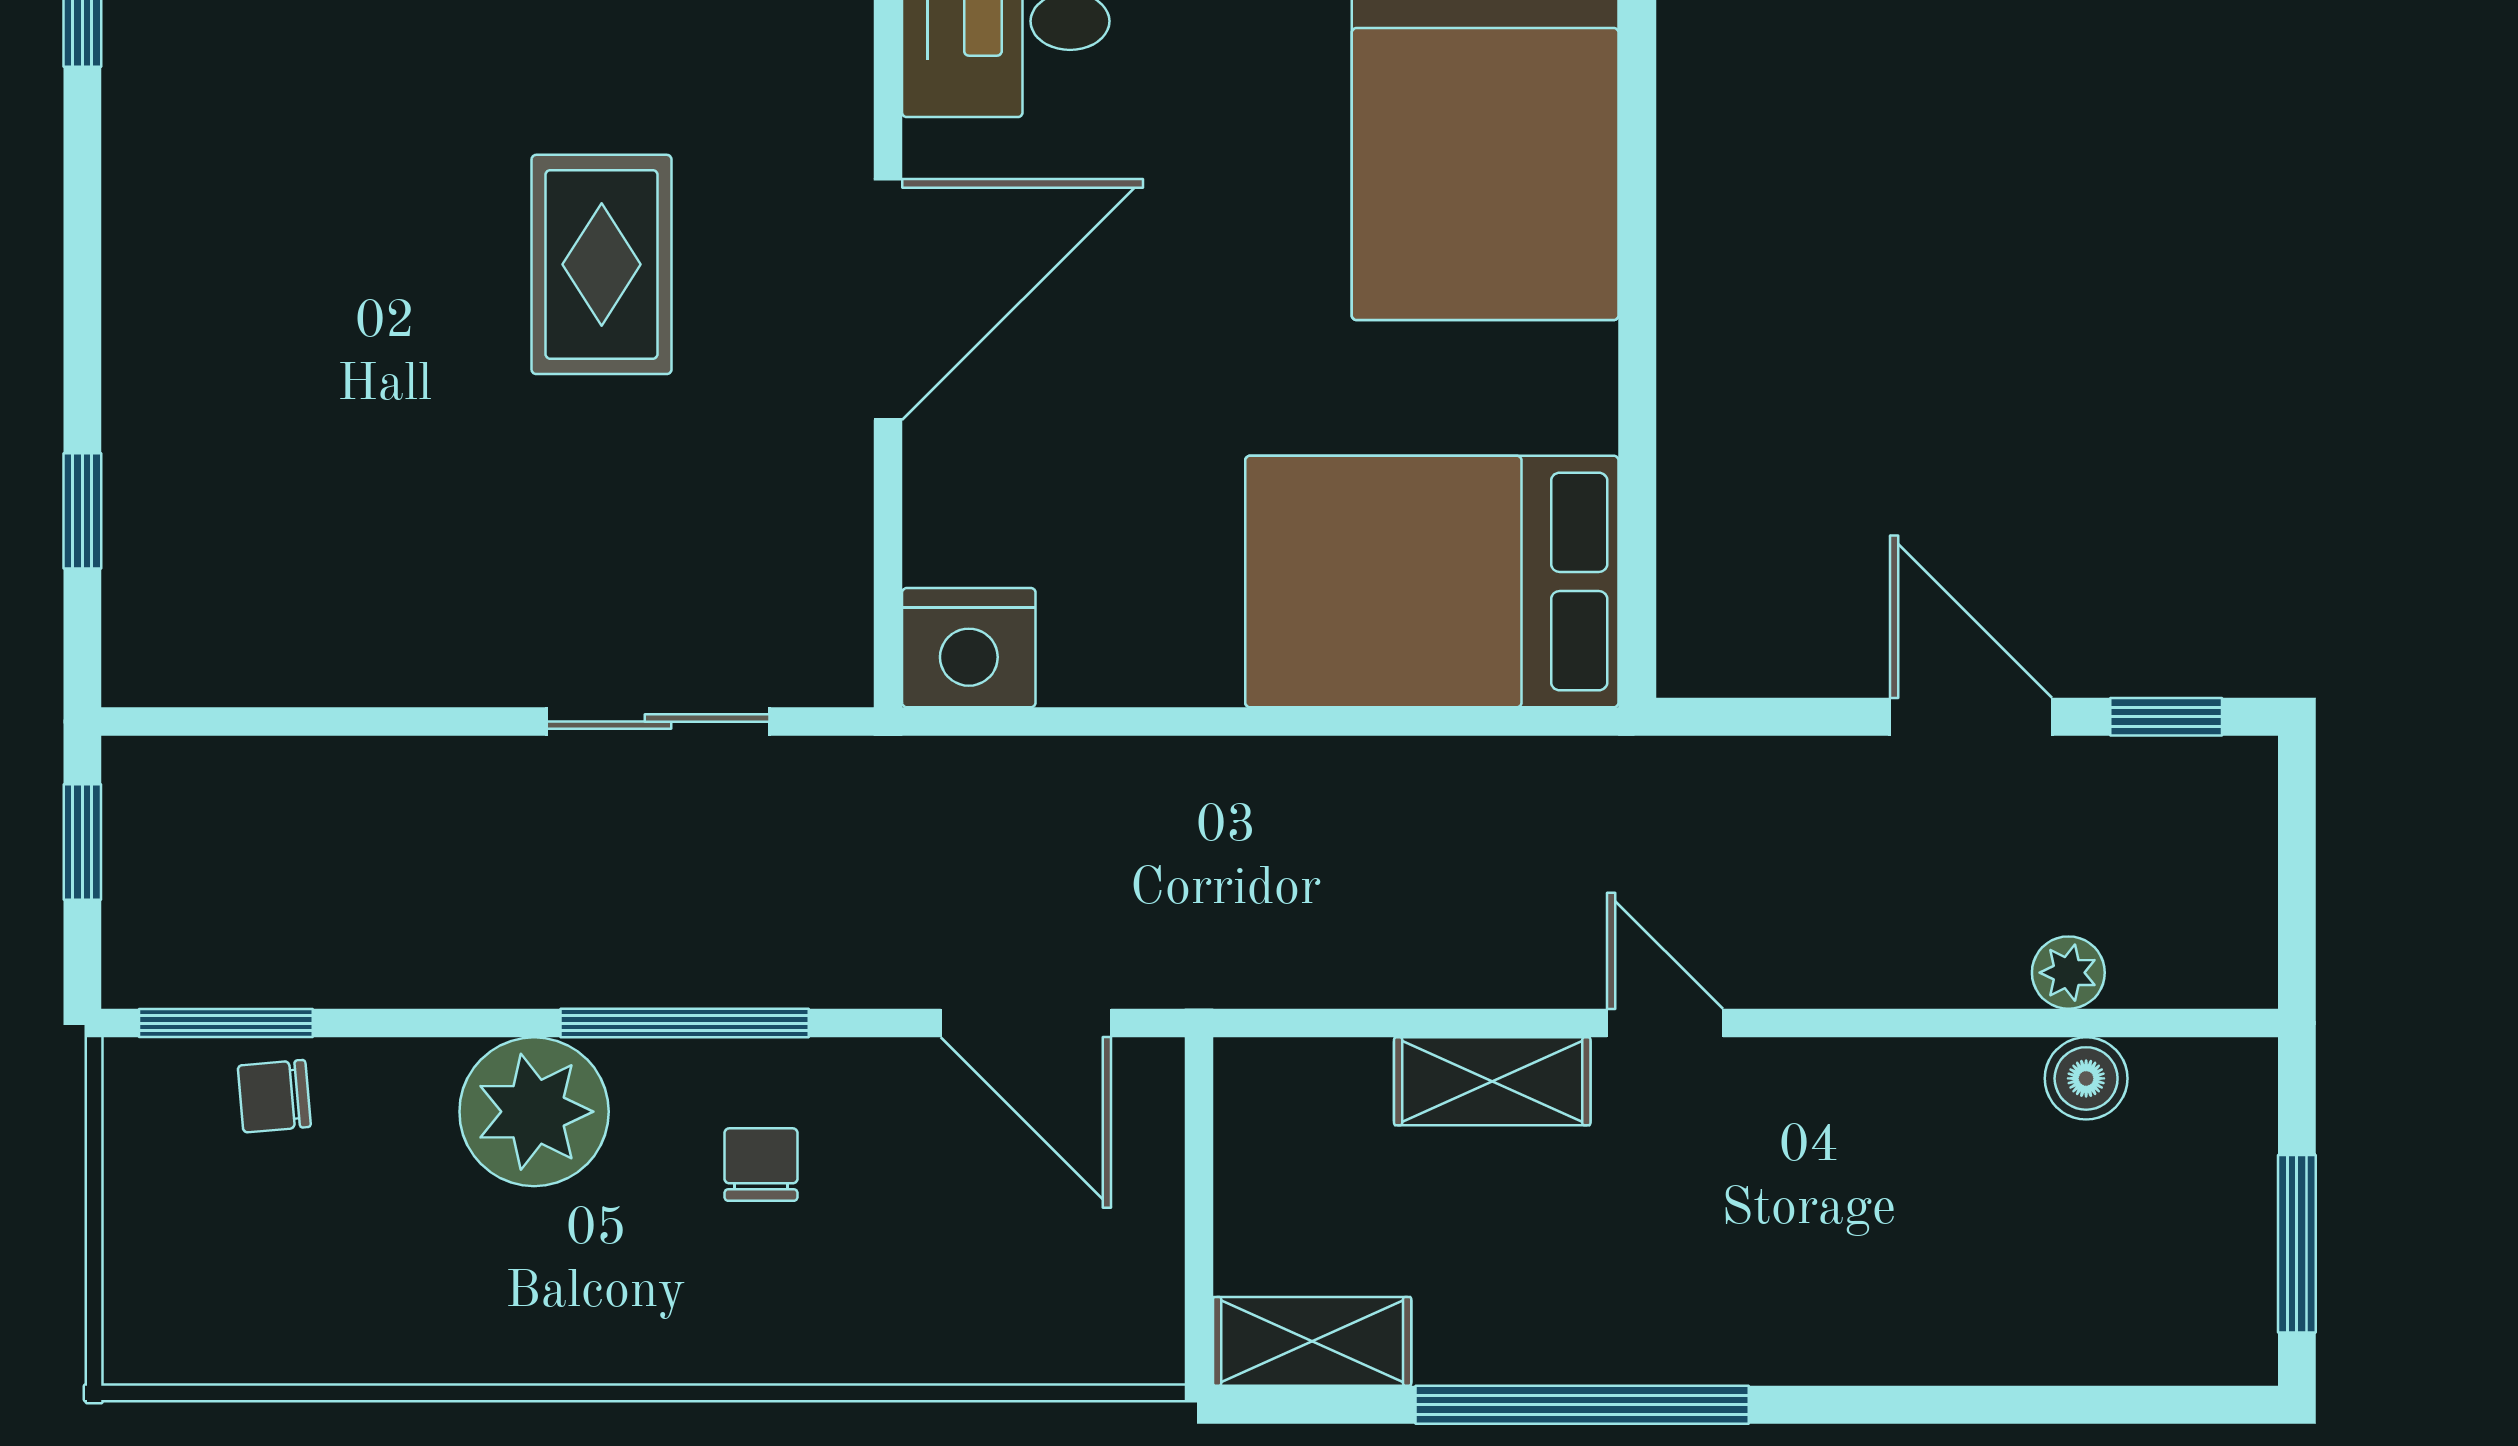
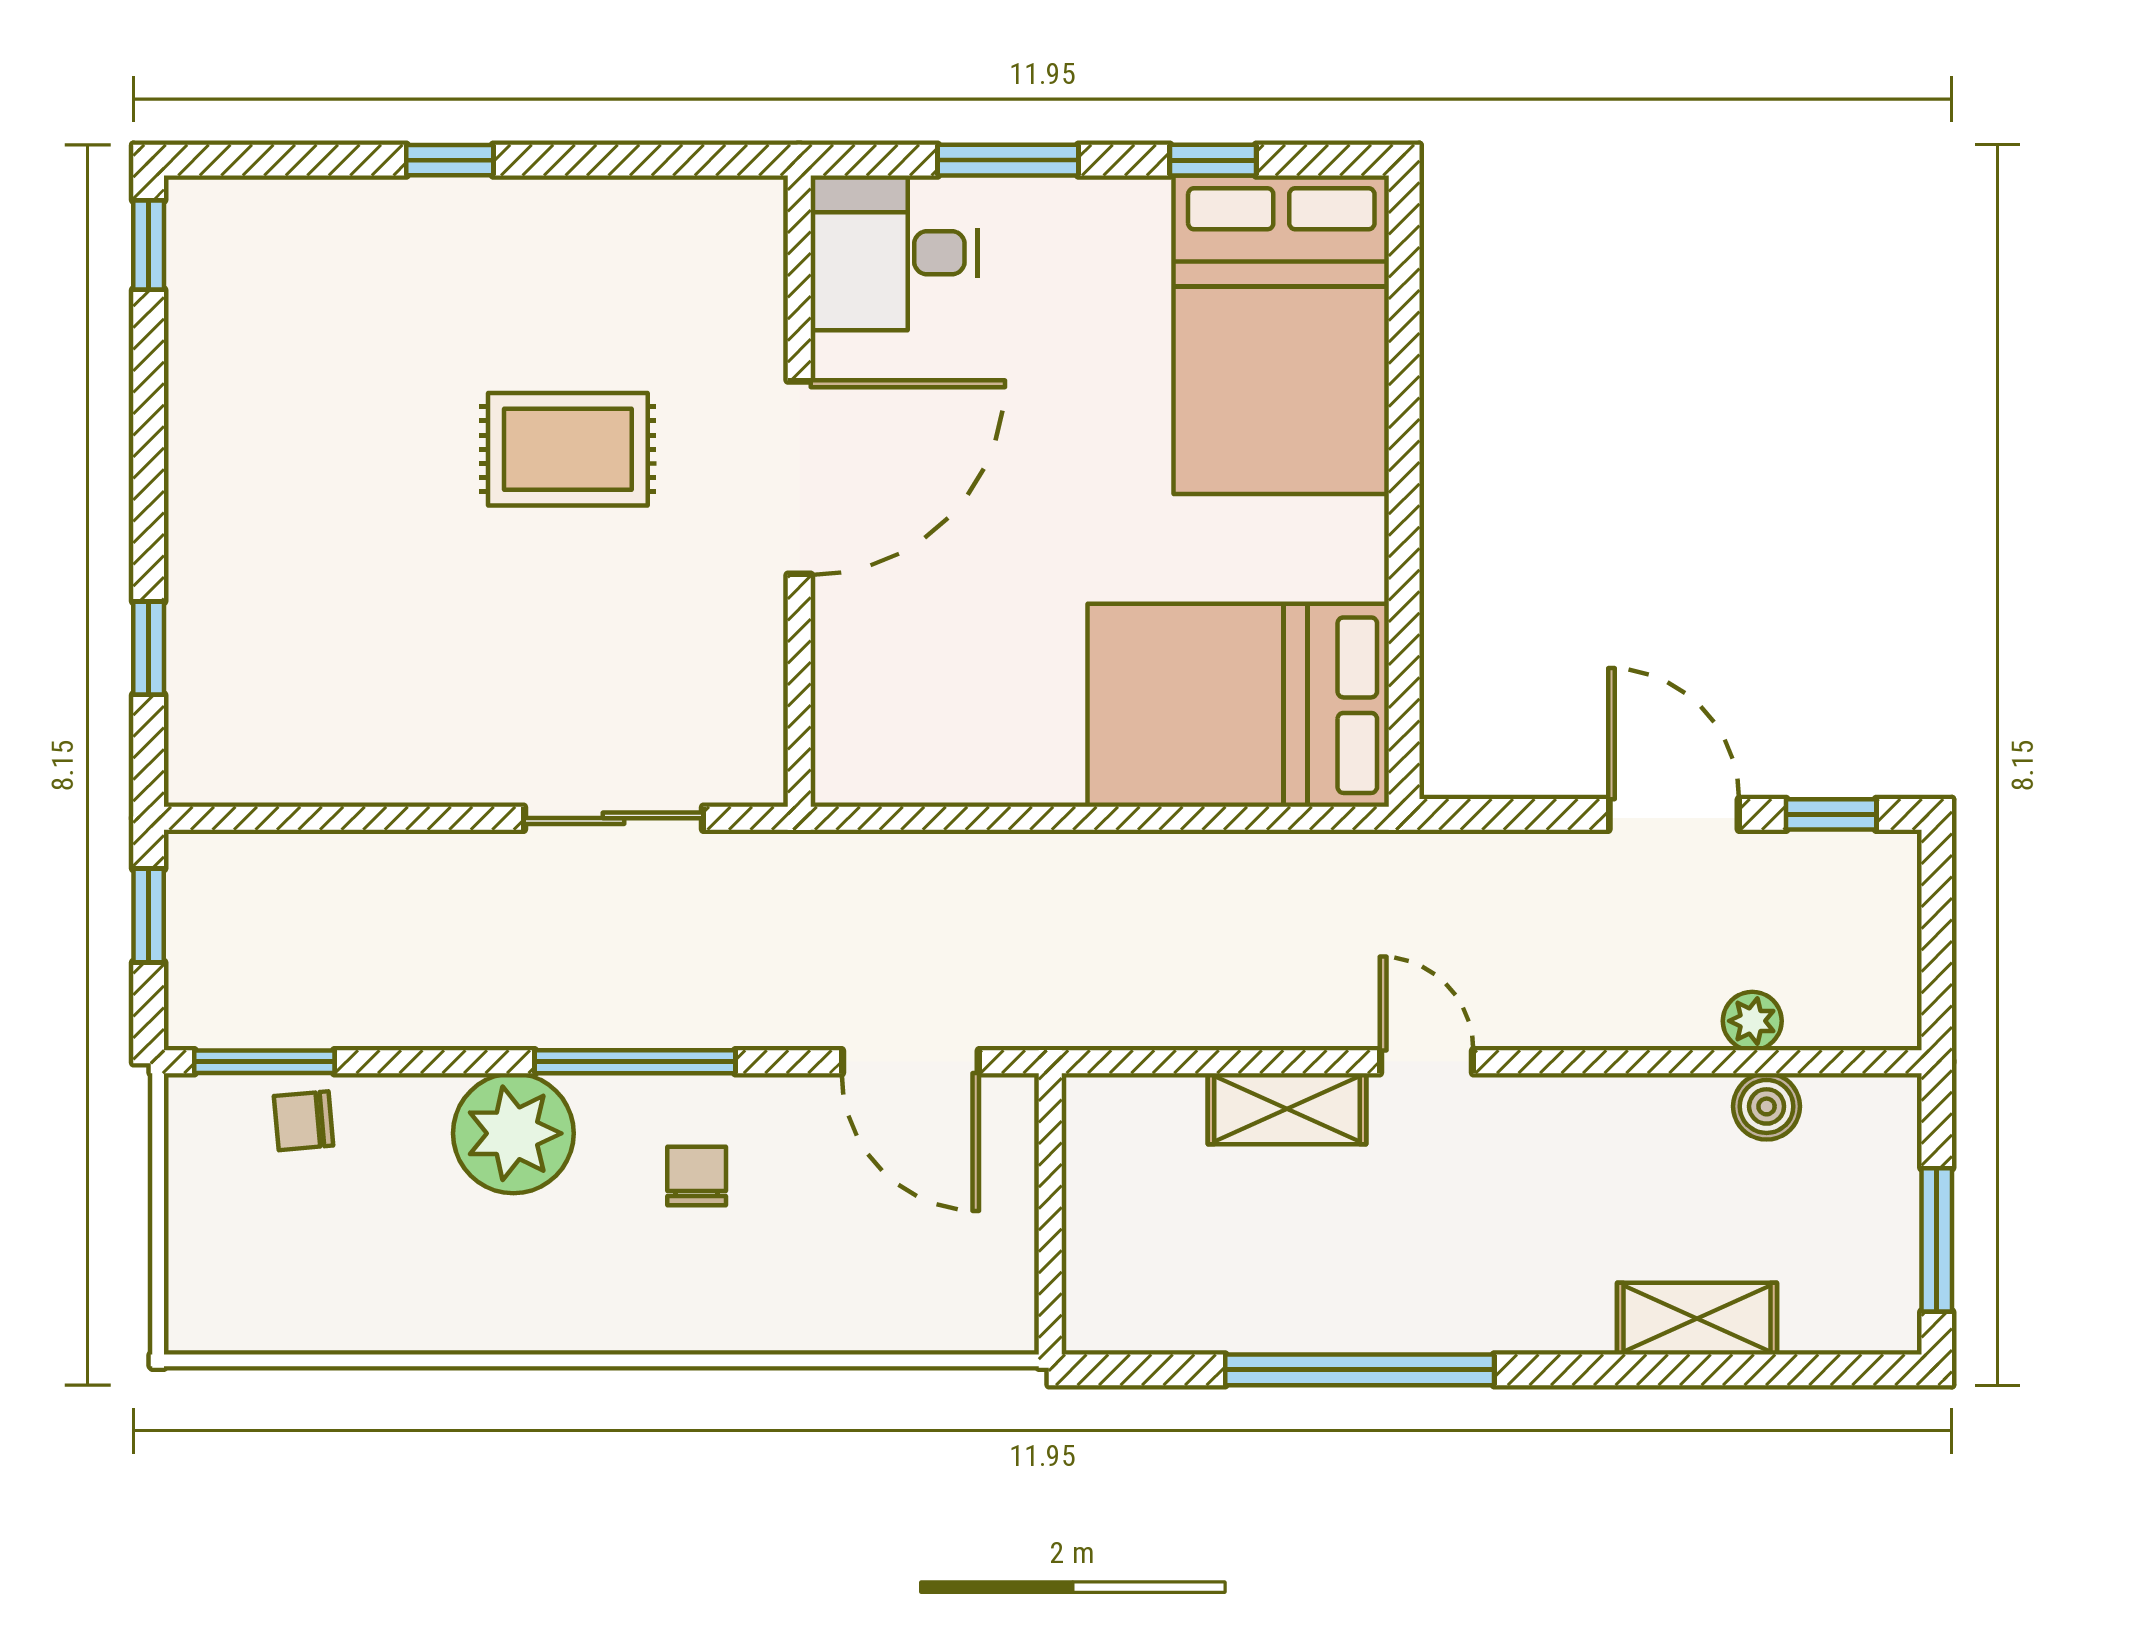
rug: (602, 264) -> (568, 449), turned 90
nightstand: (969, 648) -> (864, 759), removed
shelving: (1312, 1341) -> (1697, 1319), moved

